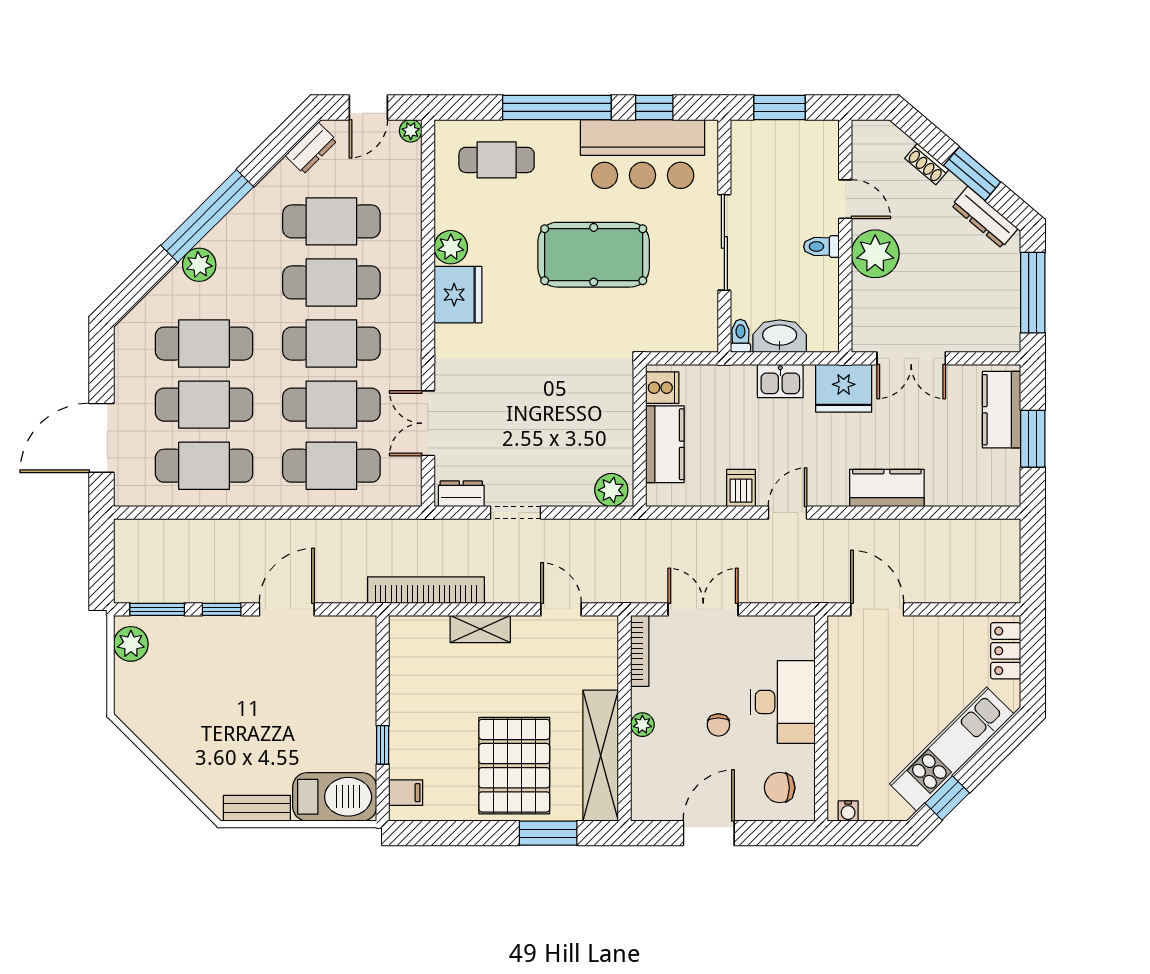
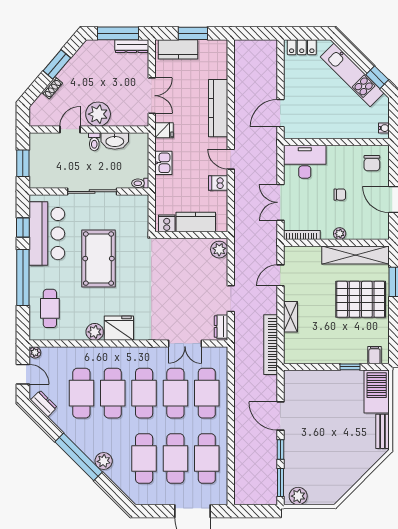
dresser: (985, 217) -> (132, 46), moved, turned 50
washbasin: (780, 336) -> (115, 141), moved, turned -90
fridge: (844, 388) -> (164, 130), width x0.53, depth x0.75
kitchen counter: (887, 488) -> (218, 108), width x1.50
desk: (783, 702) -> (305, 162), moved

